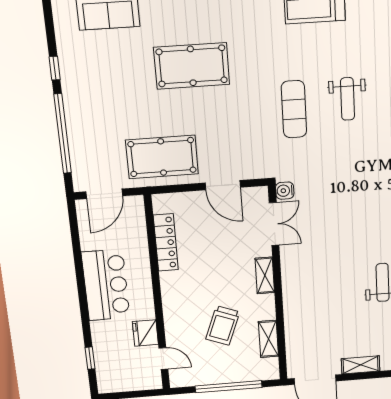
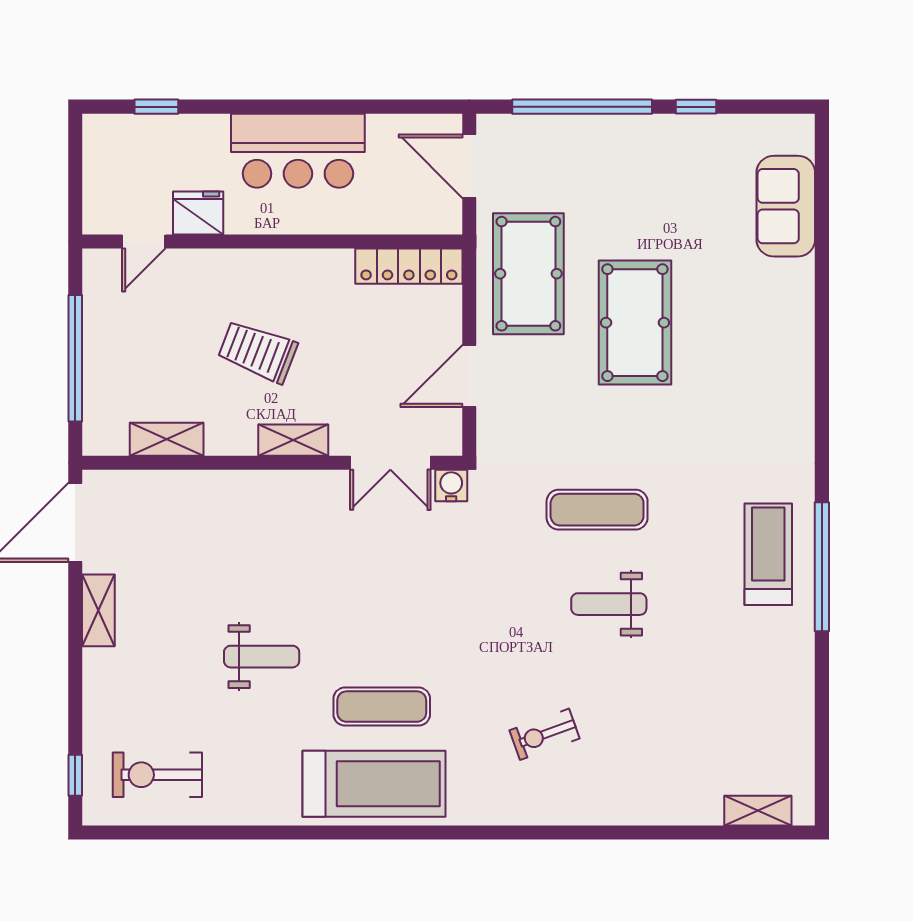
pool table: (192, 66) -> (635, 323), moved
locker: (166, 243) -> (409, 266), moved
trolley: (223, 326) -> (258, 351), moved

